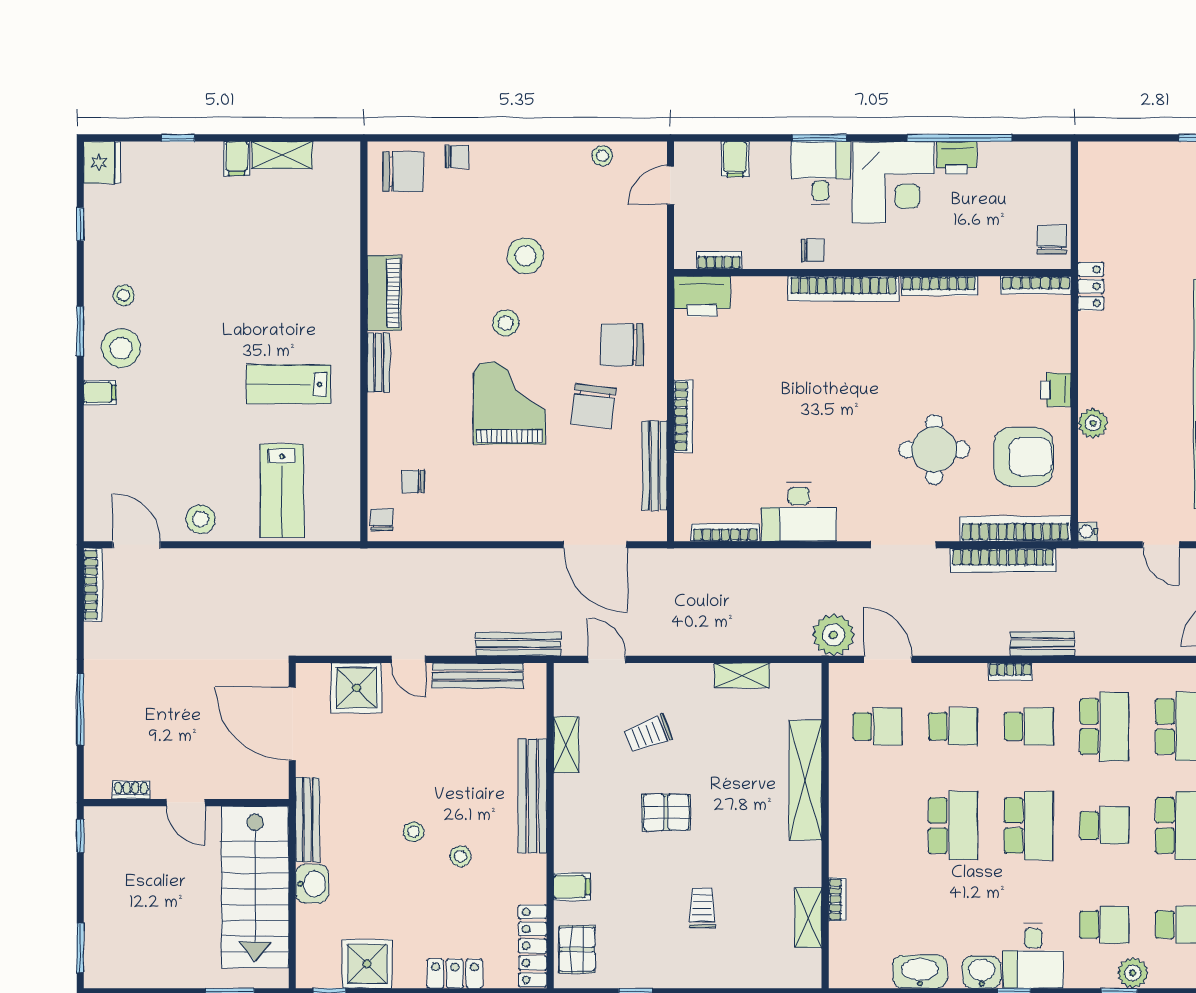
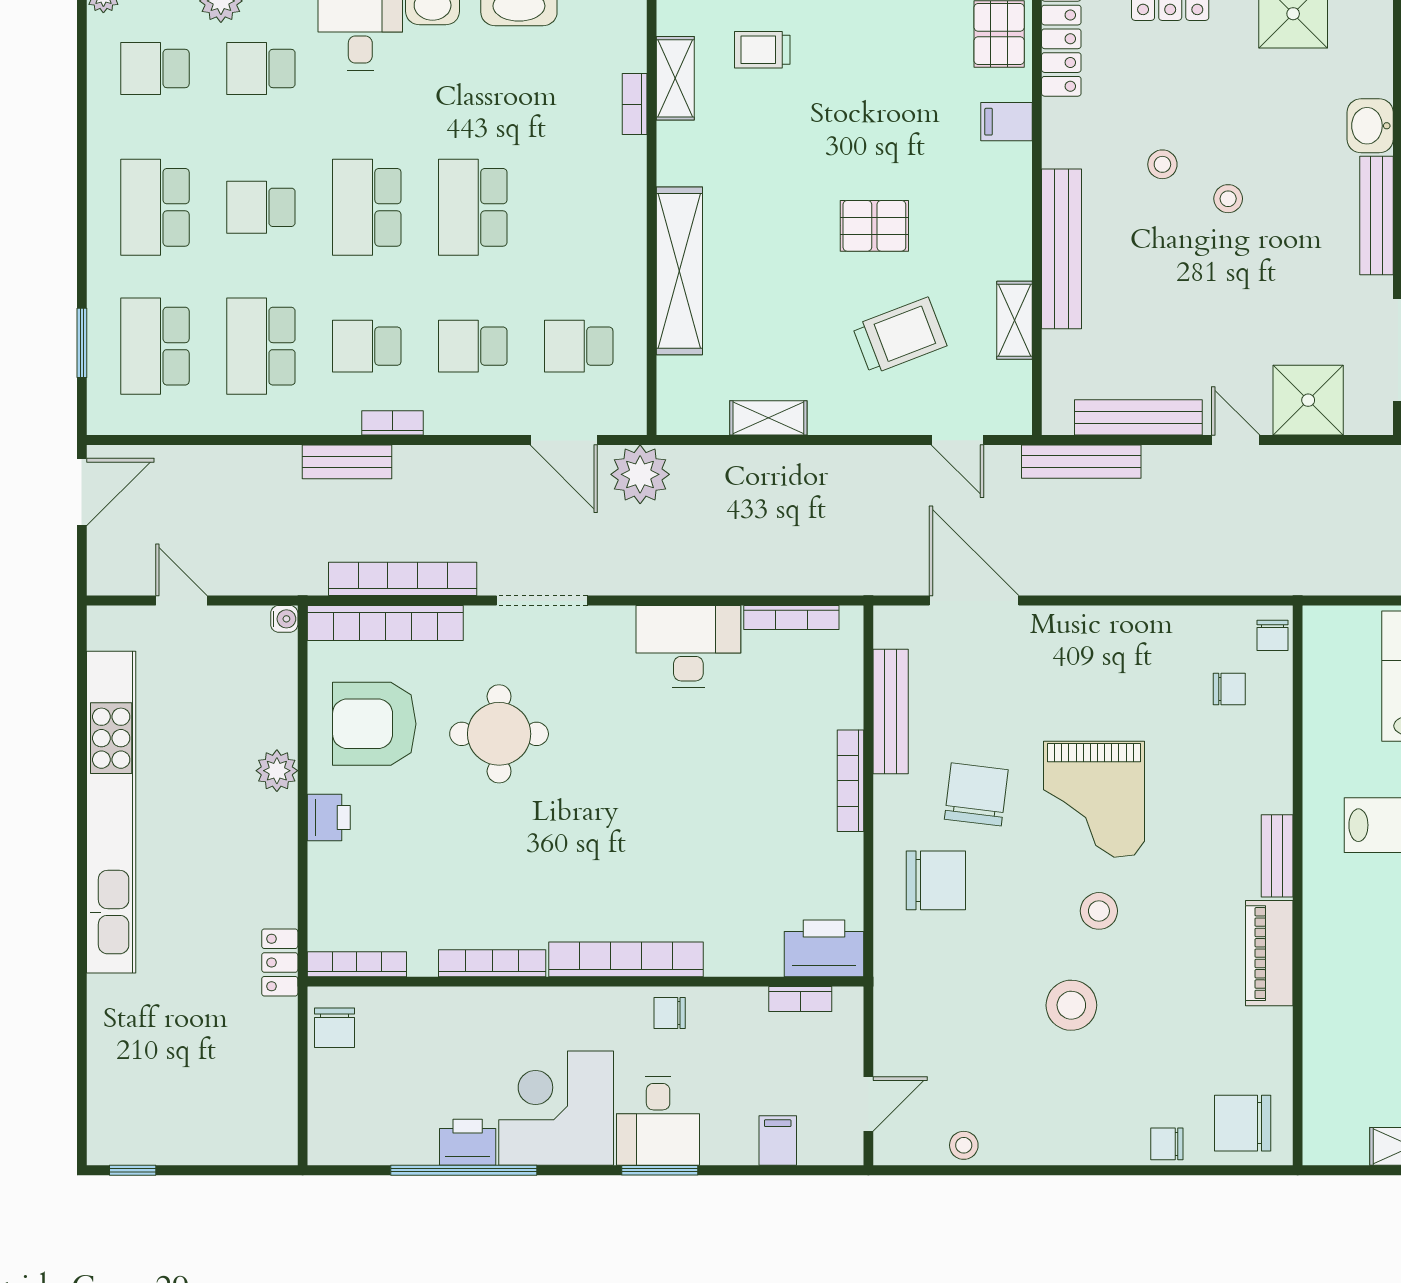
trolley: (648, 734) -> (900, 336), width x1.36, depth x1.39
trolley: (702, 908) -> (762, 50), moved, turned 90

